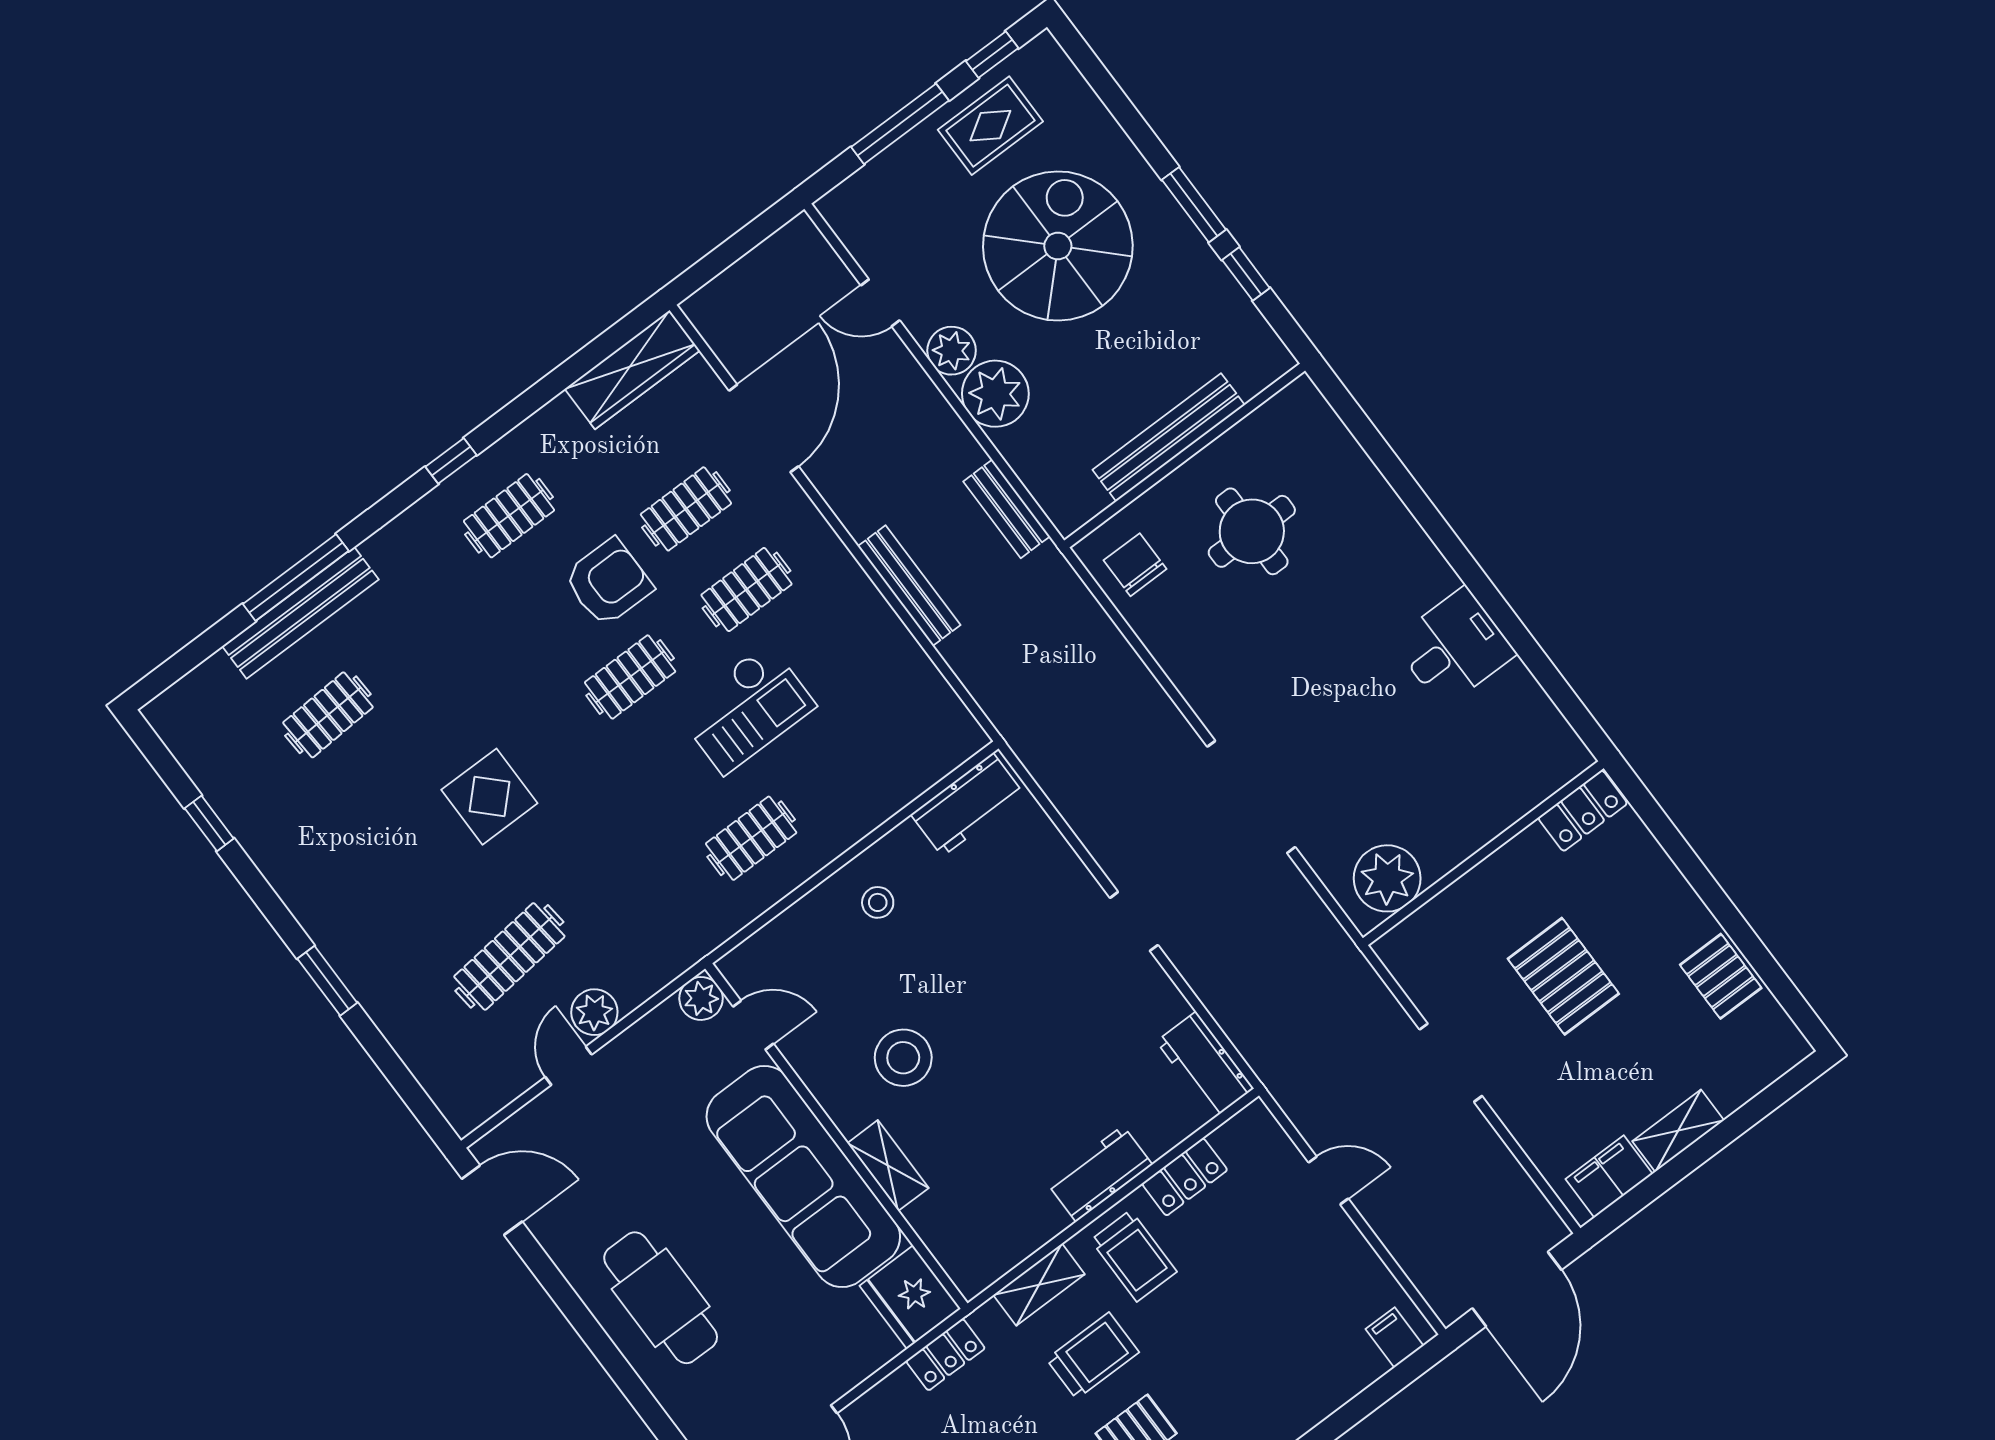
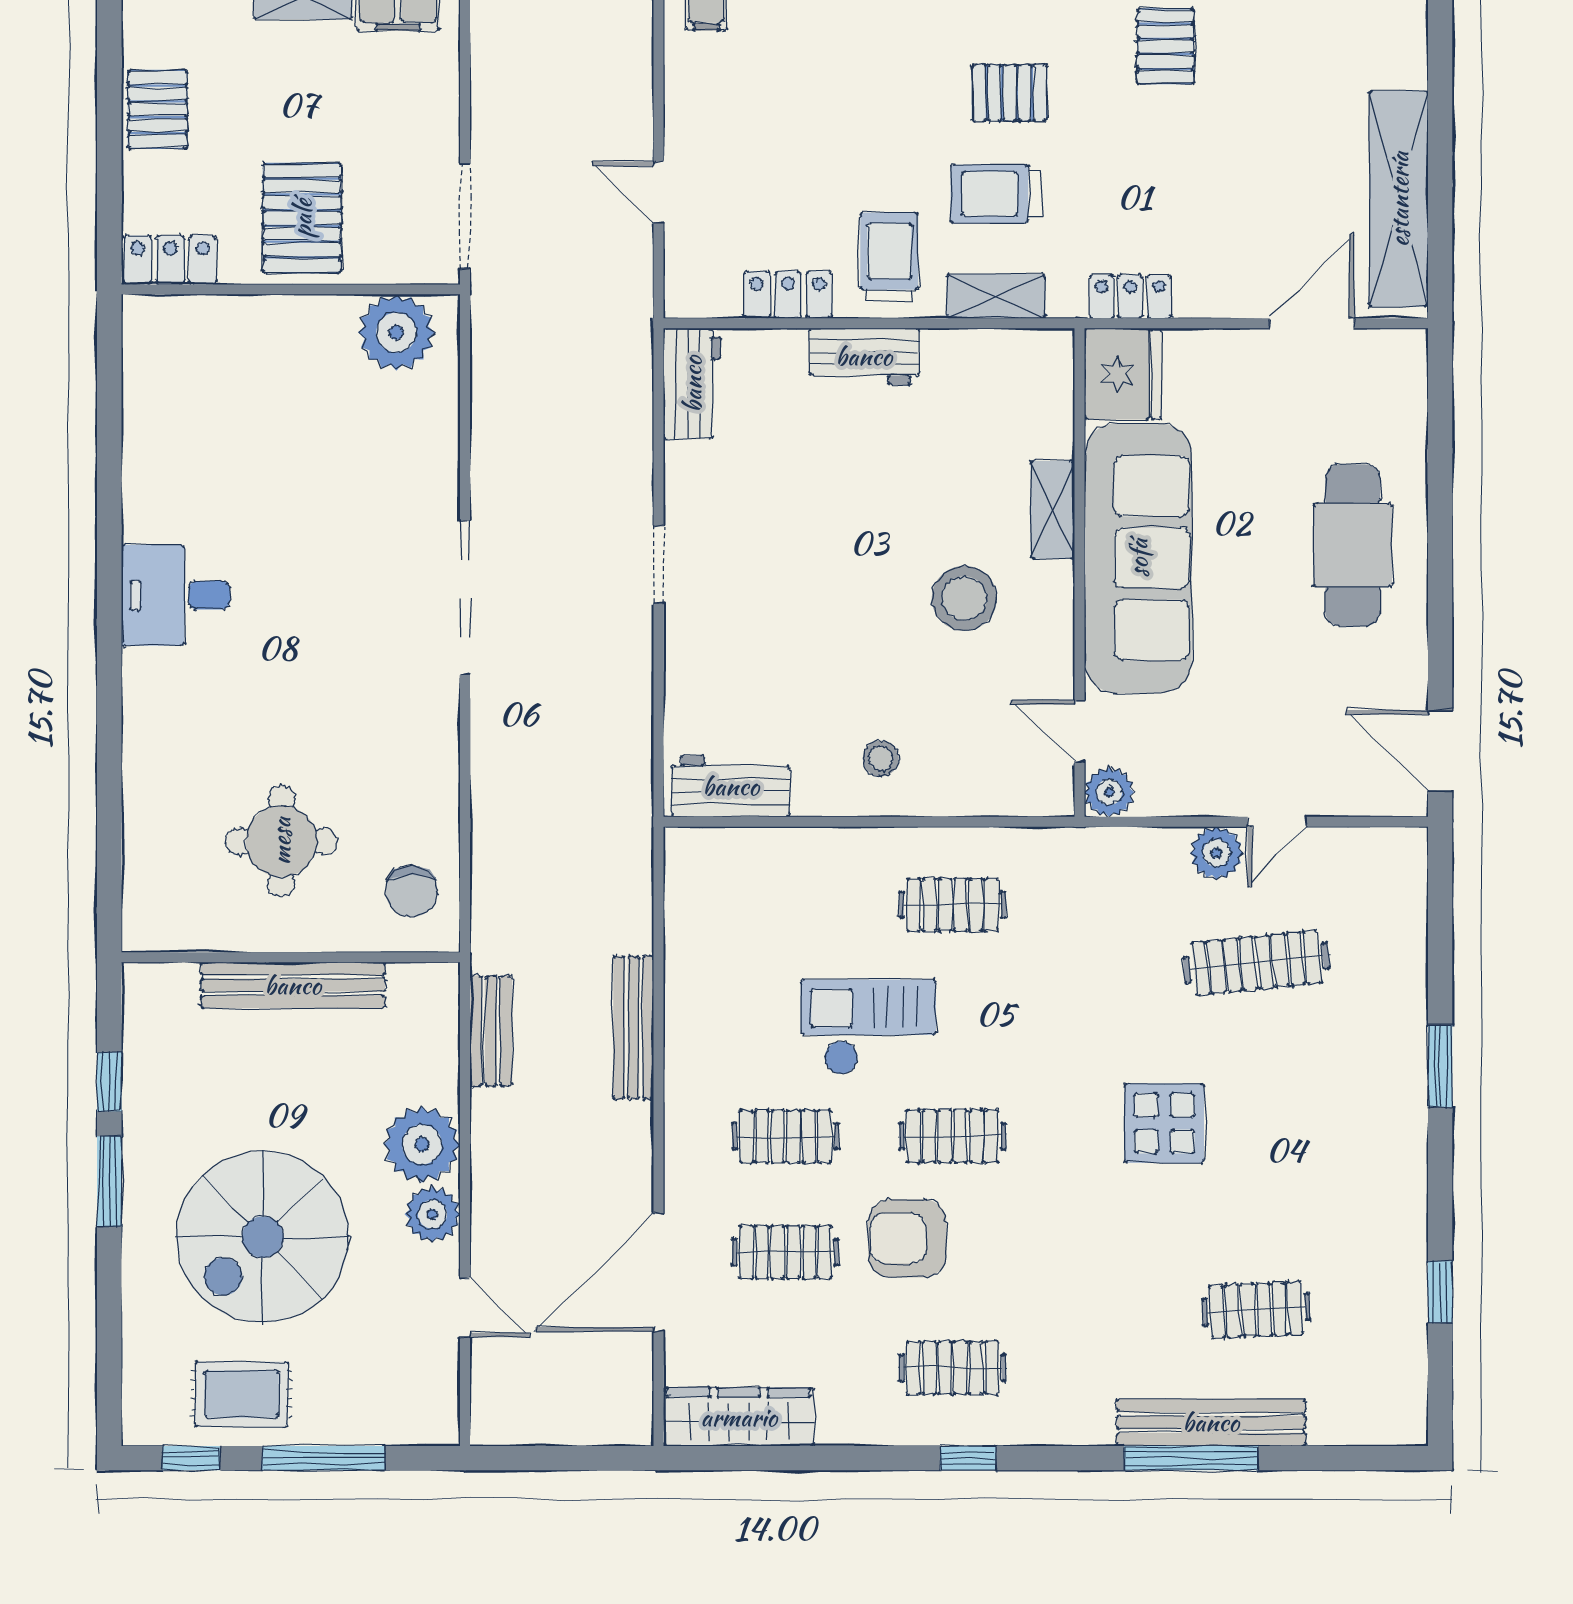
locker: (1583, 811) -> (170, 260), moved
wall: (1483, 853) -> (291, 289), moved
plant: (1387, 878) -> (396, 332), moved

